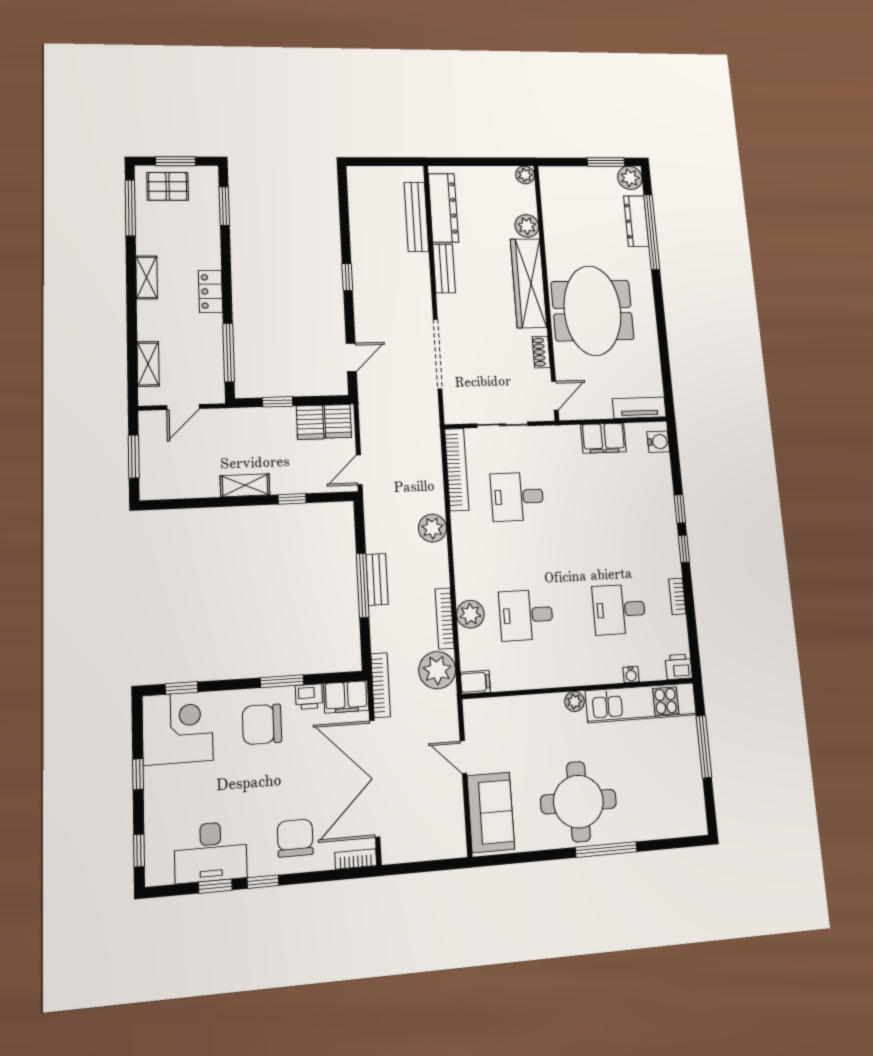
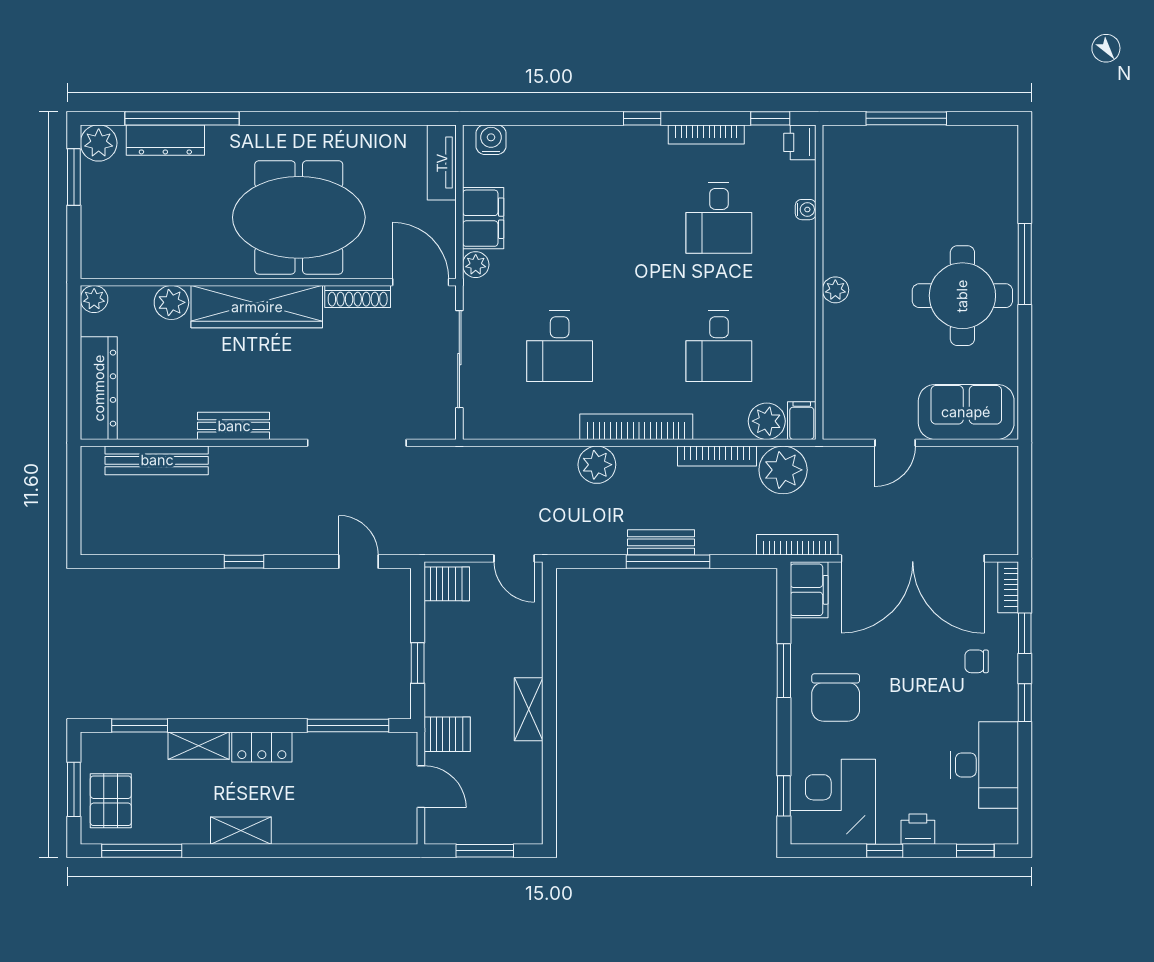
dresser: (443, 208) -> (99, 388), moved, turned 90
shoe rack: (541, 352) -> (358, 296), width x1.43
shelving: (148, 364) -> (199, 746), moved
door: (555, 396) -> (421, 282), width x1.38
server rack: (310, 422) -> (447, 734), moved
sliding door: (503, 425) -> (459, 359), width x1.37
plant: (570, 434) -> (476, 265), added
bookcase: (457, 469) -> (636, 427), moved
window: (292, 499) -> (549, 649), removed
window: (680, 509) -> (770, 118), moved
bookcase: (677, 596) -> (706, 134), width x1.56
plant: (470, 614) -> (767, 421), moved
printer: (309, 697) -> (918, 829), moved, turned -90
kitchen unit: (641, 703) -> (843, 199), removed
chair: (295, 838) -> (977, 661), width x0.54, depth x0.54
window: (215, 886) -> (1025, 633), moved

